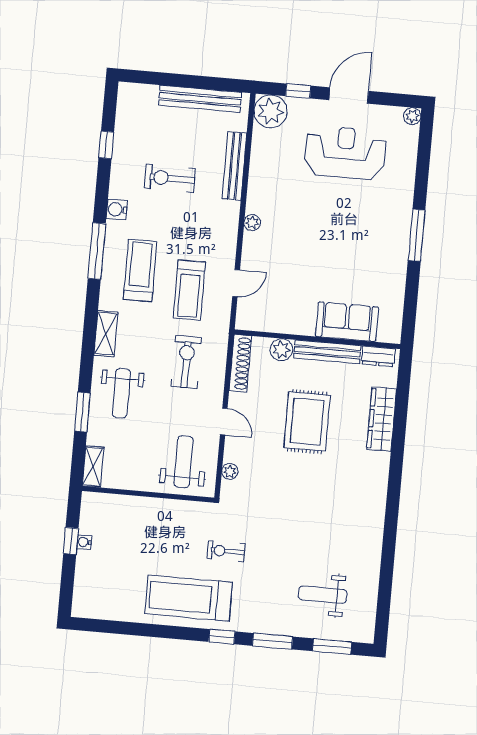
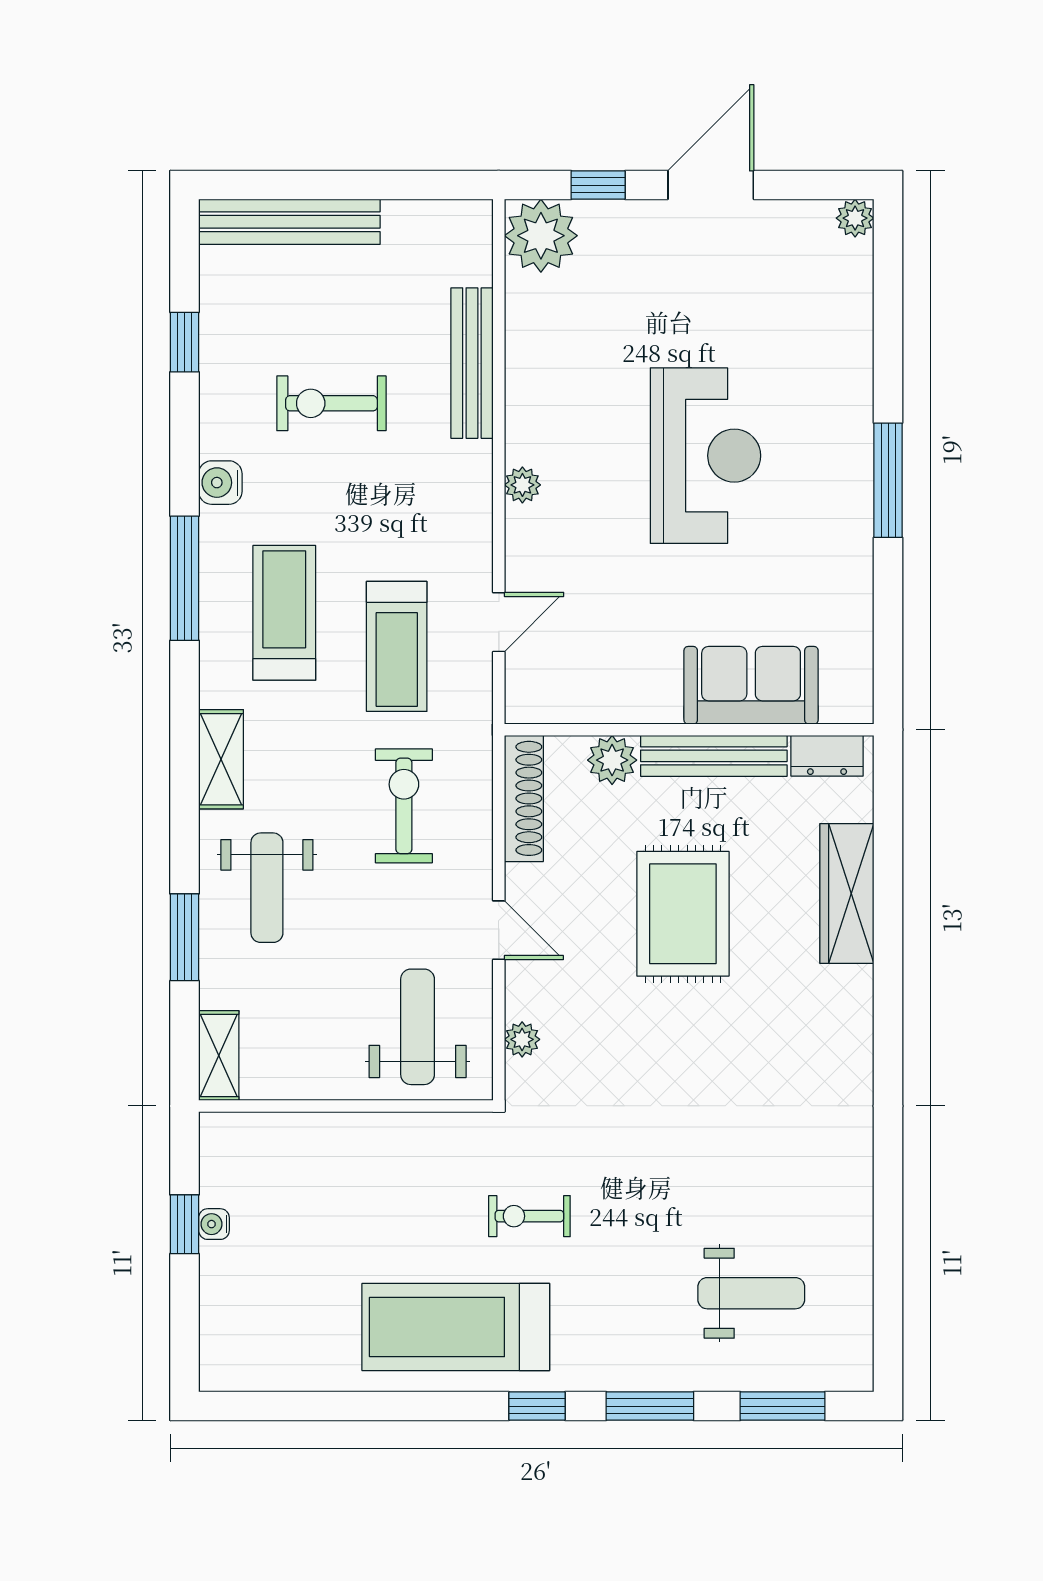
bench: (200, 99) -> (289, 222), moved
reception desk: (345, 153) -> (705, 456), moved, turned 90
weight bench: (323, 595) -> (751, 1293), turned 180

